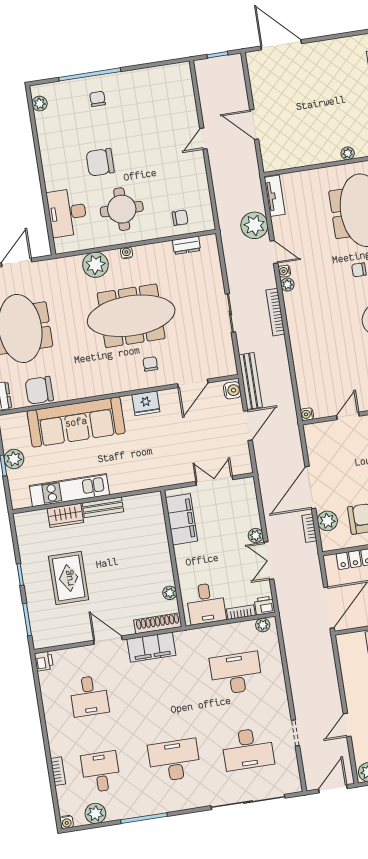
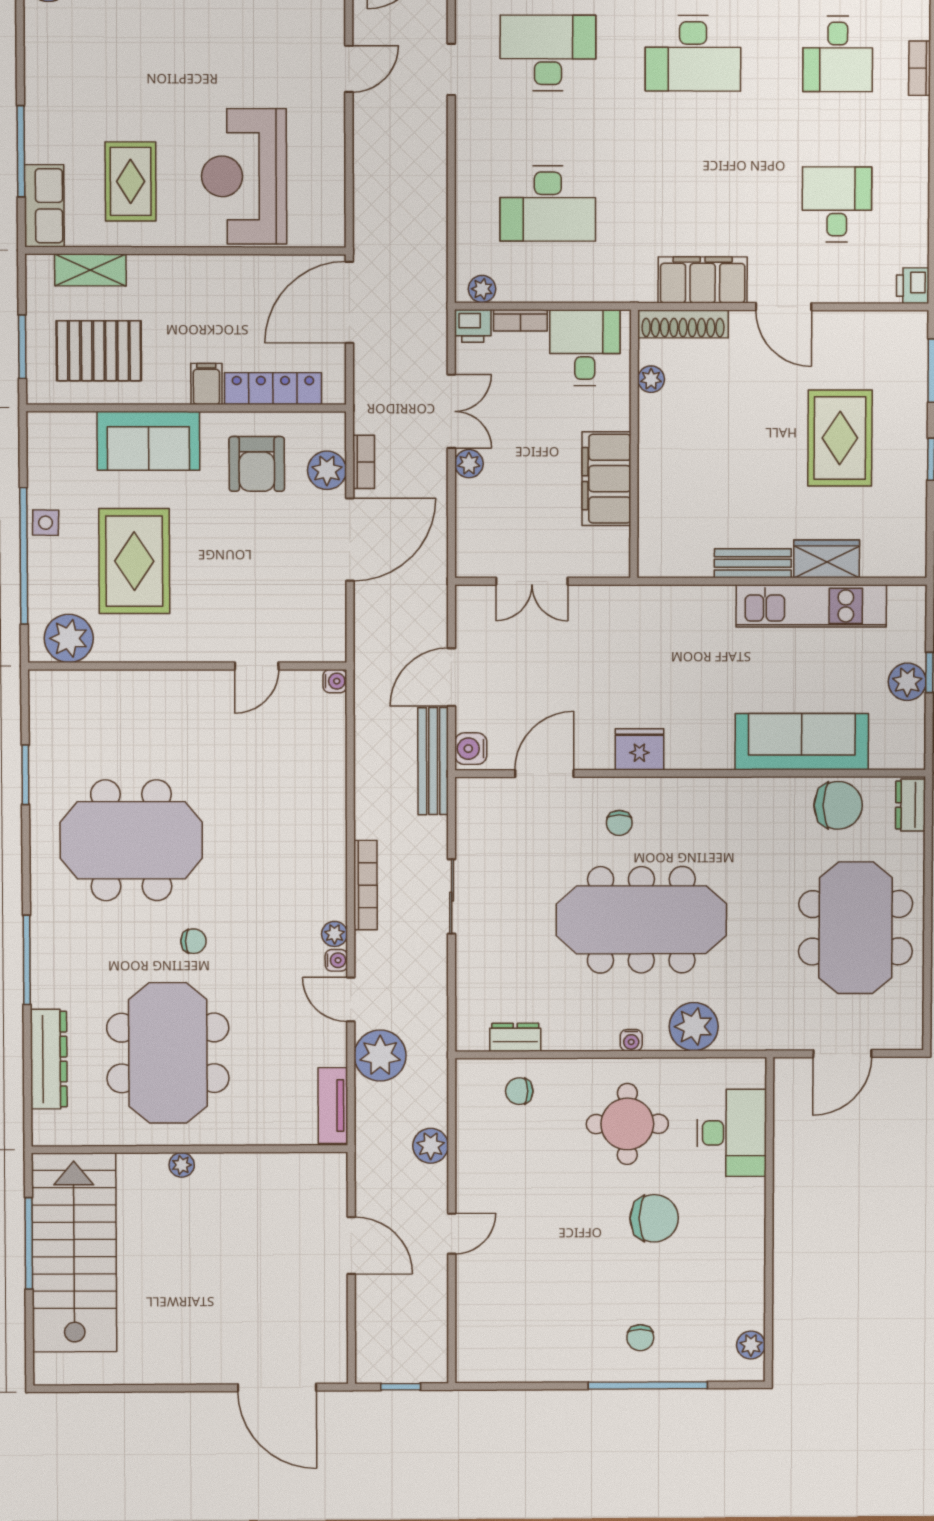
plant: (221, 183) -> (431, 1146), added
sofa: (76, 422) -> (802, 742), width x0.74, depth x0.79
filing cabinet: (181, 519) -> (606, 479), moved

